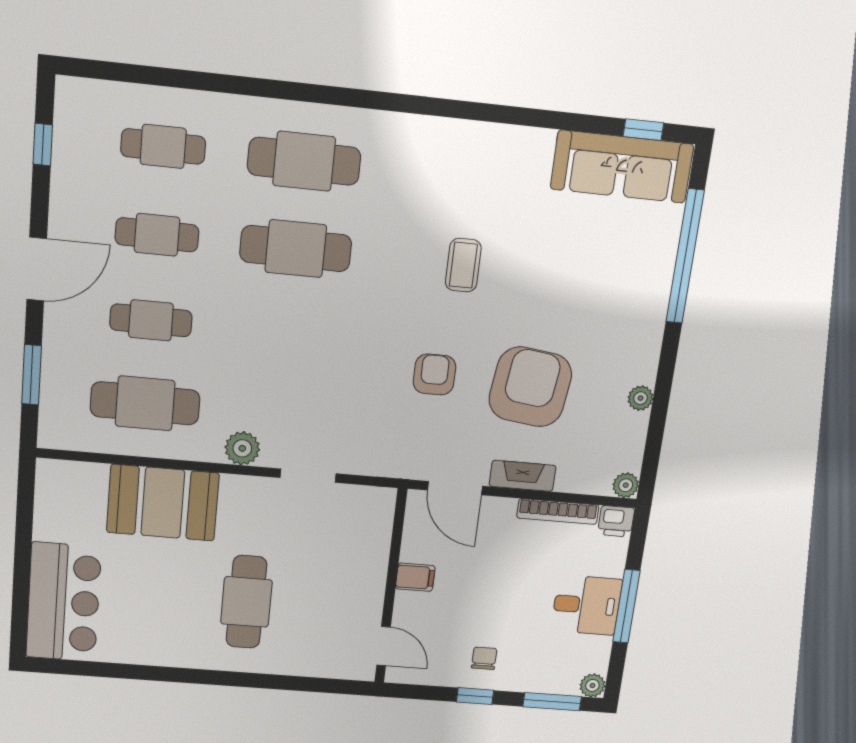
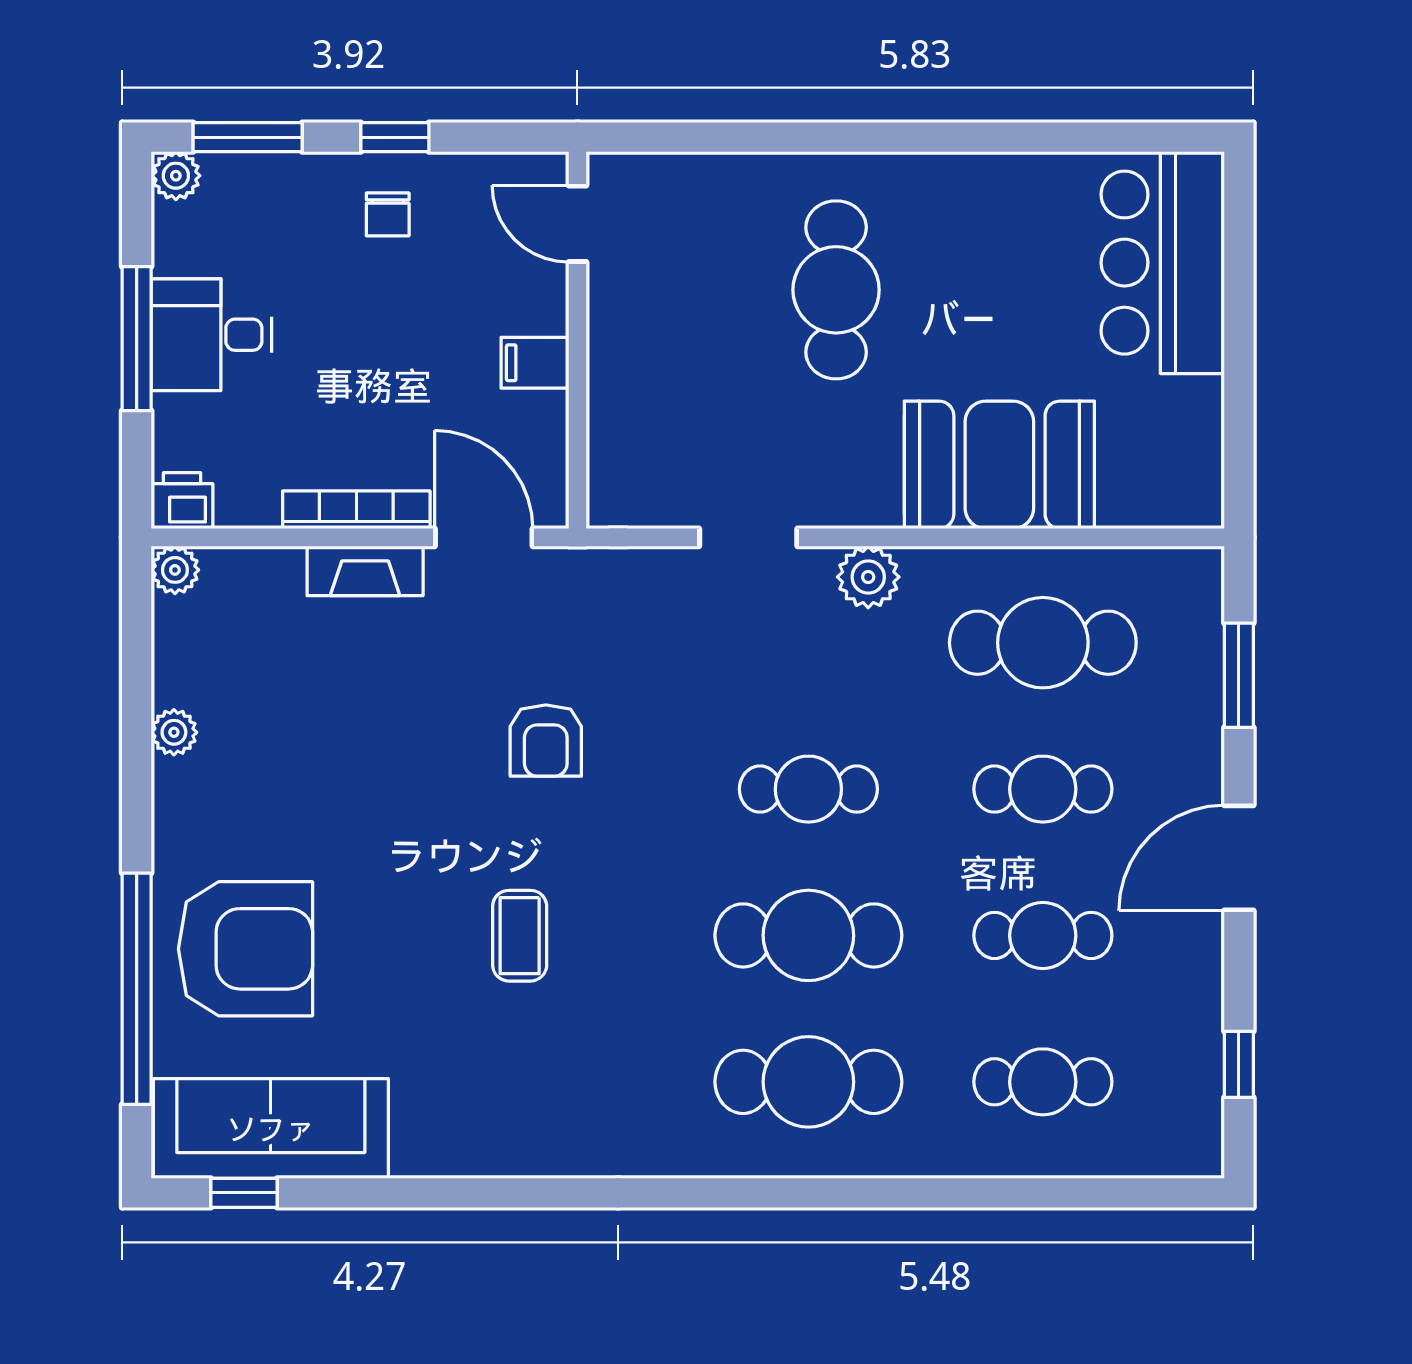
cafe table: (288, 333) -> (808, 789), added
armchair: (530, 387) -> (246, 949), moved, turned -97
bookcase: (558, 512) -> (356, 510), moved

